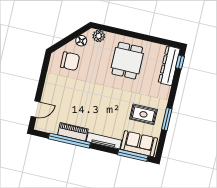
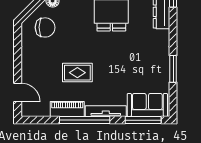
door: (35, 109) -> (18, 92), hinge flipped
rug: (143, 114) -> (77, 73), moved
window: (69, 141) -> (85, 120), moved

